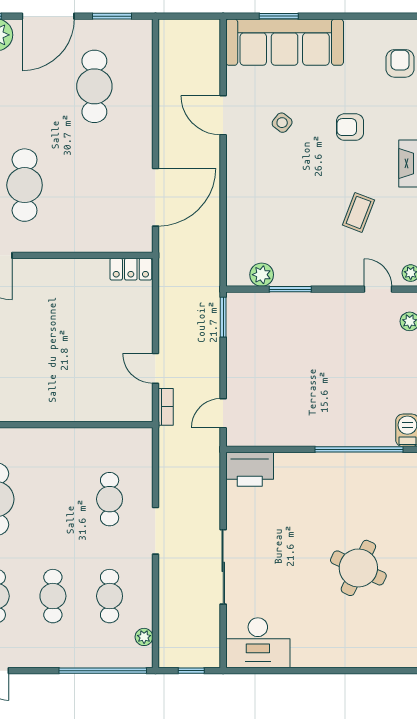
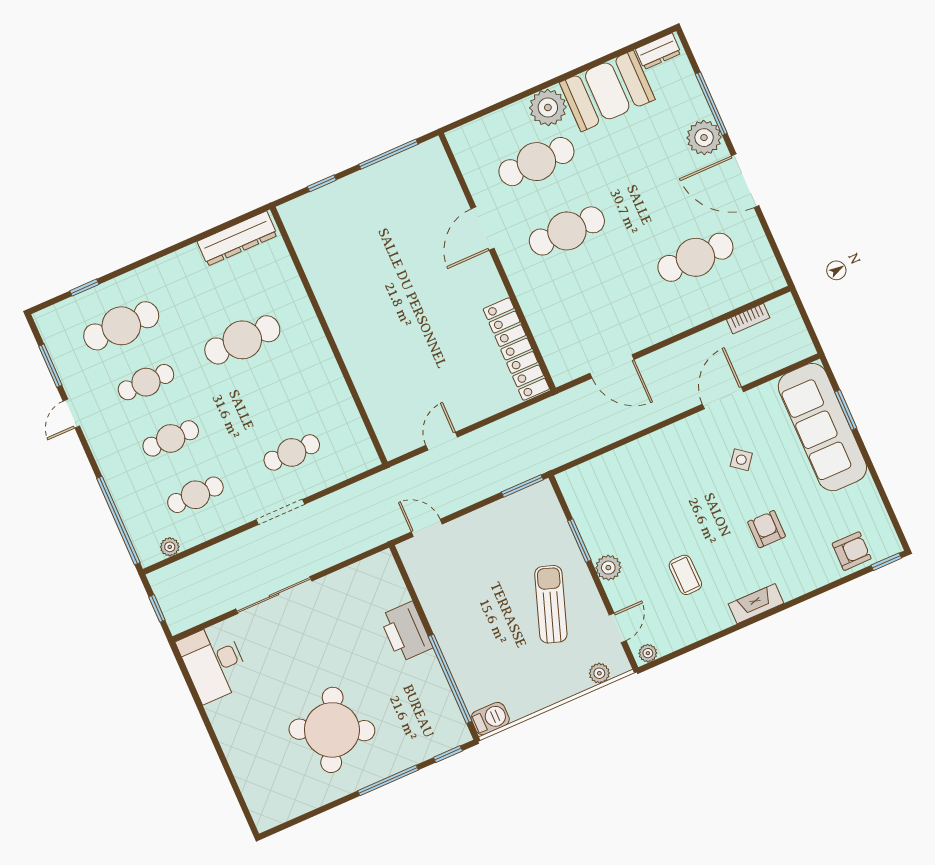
window: (112, 16) -> (773, 244), removed
door: (155, 197) -> (612, 366), width x0.73
coffee table: (358, 212) -> (685, 575), turned 68
locker: (131, 269) -> (516, 349), width x2.16, depth x1.21
plant: (262, 275) -> (608, 568), moved
sun lounger: (333, 337) -> (551, 604), added
bookcase: (166, 407) -> (748, 319), moved
printer: (250, 469) -> (406, 632), moved
round table: (358, 568) -> (332, 730), width x1.36, depth x1.36

